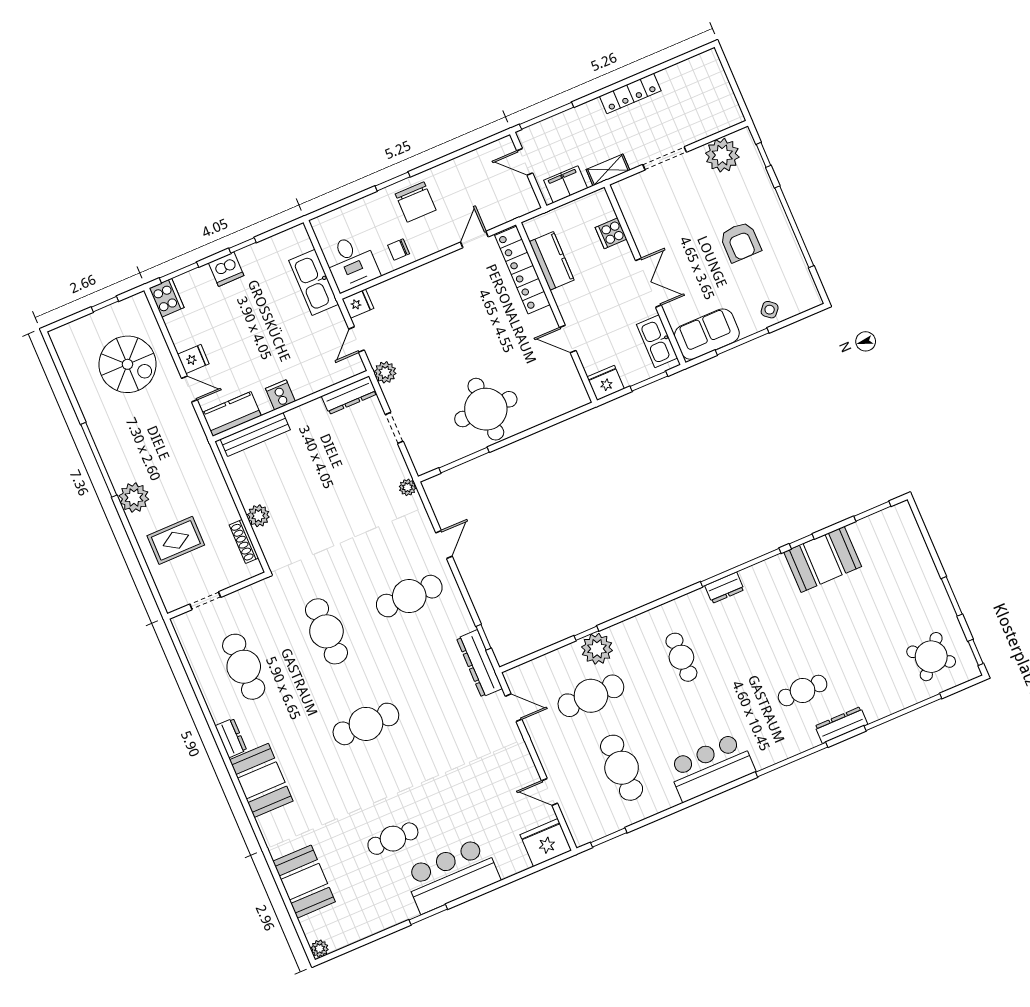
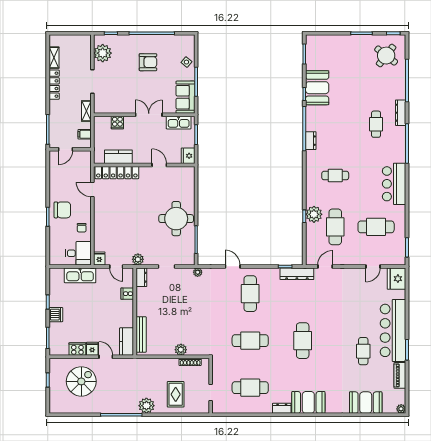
shelving: (678, 73) -> (54, 58), added
filing cabinet: (566, 184) -> (85, 134), width x0.50
cooker: (167, 298) -> (77, 349), moved
door: (568, 339) -> (159, 165), swing flipped
door: (189, 389) -> (106, 357), hinge flipped
cooker: (280, 395) -> (127, 294), moved
dresser: (349, 395) -> (141, 277), width x0.70
bar counter: (452, 875) -> (393, 330), width x1.36
piano: (378, 921) -> (400, 375), added

